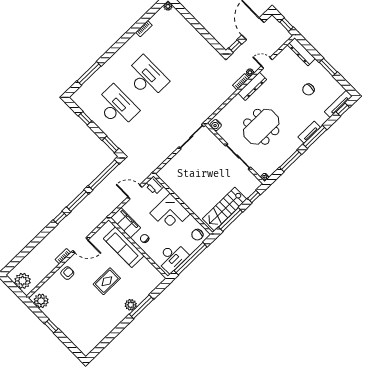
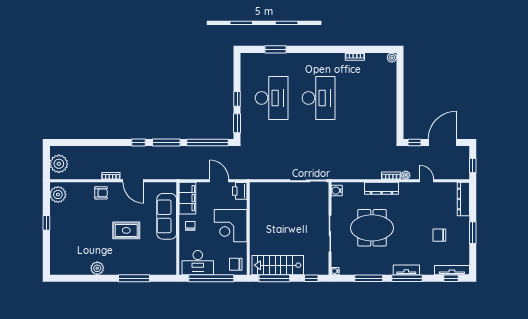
window: (89, 73) -> (275, 49), width x0.69
dresser: (252, 86) -> (382, 188), moved
window: (85, 118) -> (237, 99), moved
plant: (131, 305) -> (97, 268), moved

